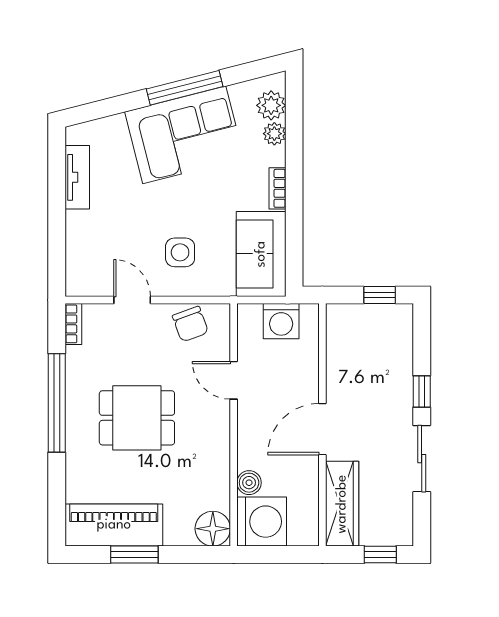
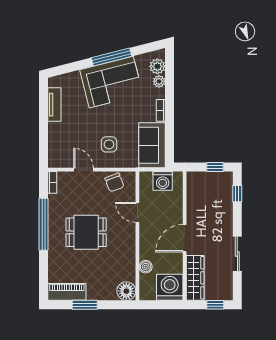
window: (422, 391) -> (237, 194), moved
washing machine: (262, 522) -> (170, 287), moved, turned -90
piano: (114, 525) -> (67, 292), width x0.73, depth x0.75

